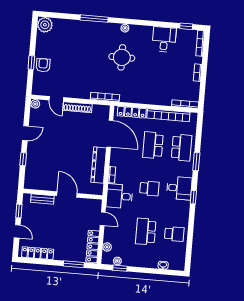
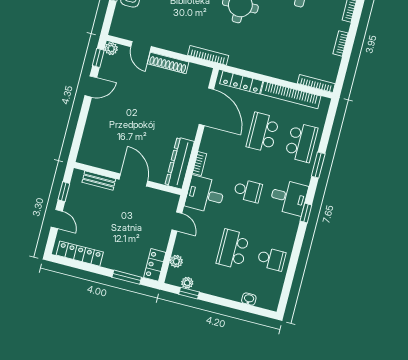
window: (23, 159) -> (98, 58), moved
dresser: (99, 165) -> (180, 163), moved
locker: (93, 247) -> (155, 265), width x0.66

